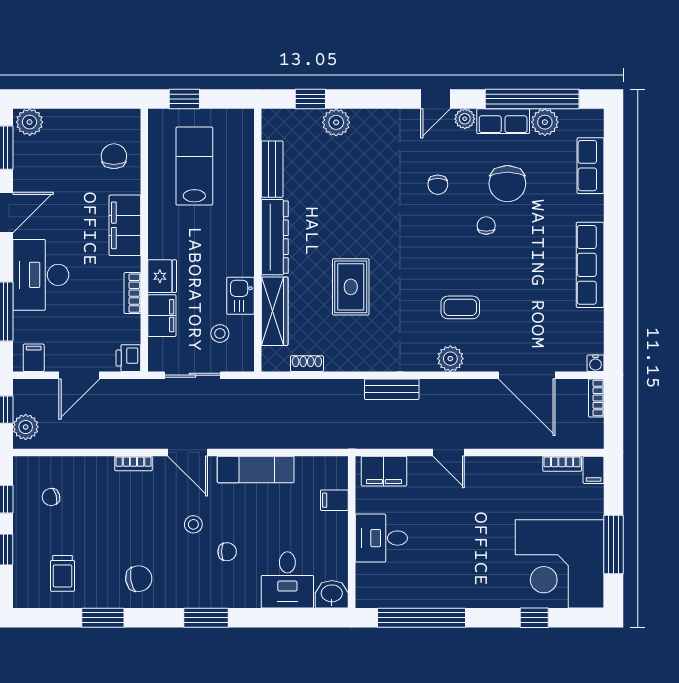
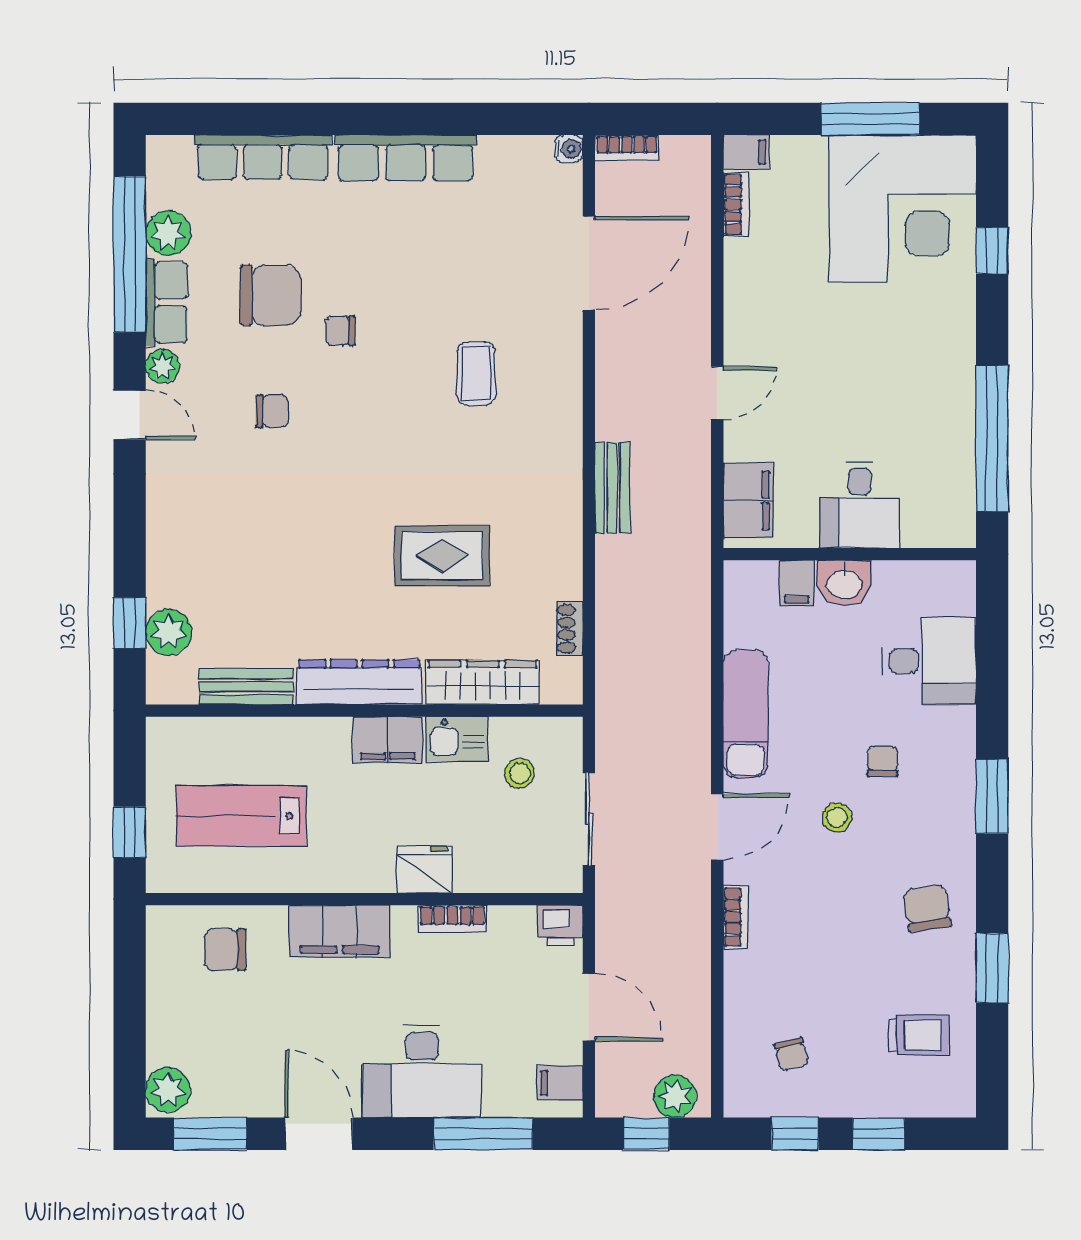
plant: (336, 122) -> (169, 632), moved
row of seats: (591, 166) -> (263, 157), width x1.48
filing cabinet: (162, 316) -> (388, 740), moved, turned 180
plant: (450, 359) -> (561, 390), removed
washbasin: (332, 594) -> (844, 583), moved, turned -90

